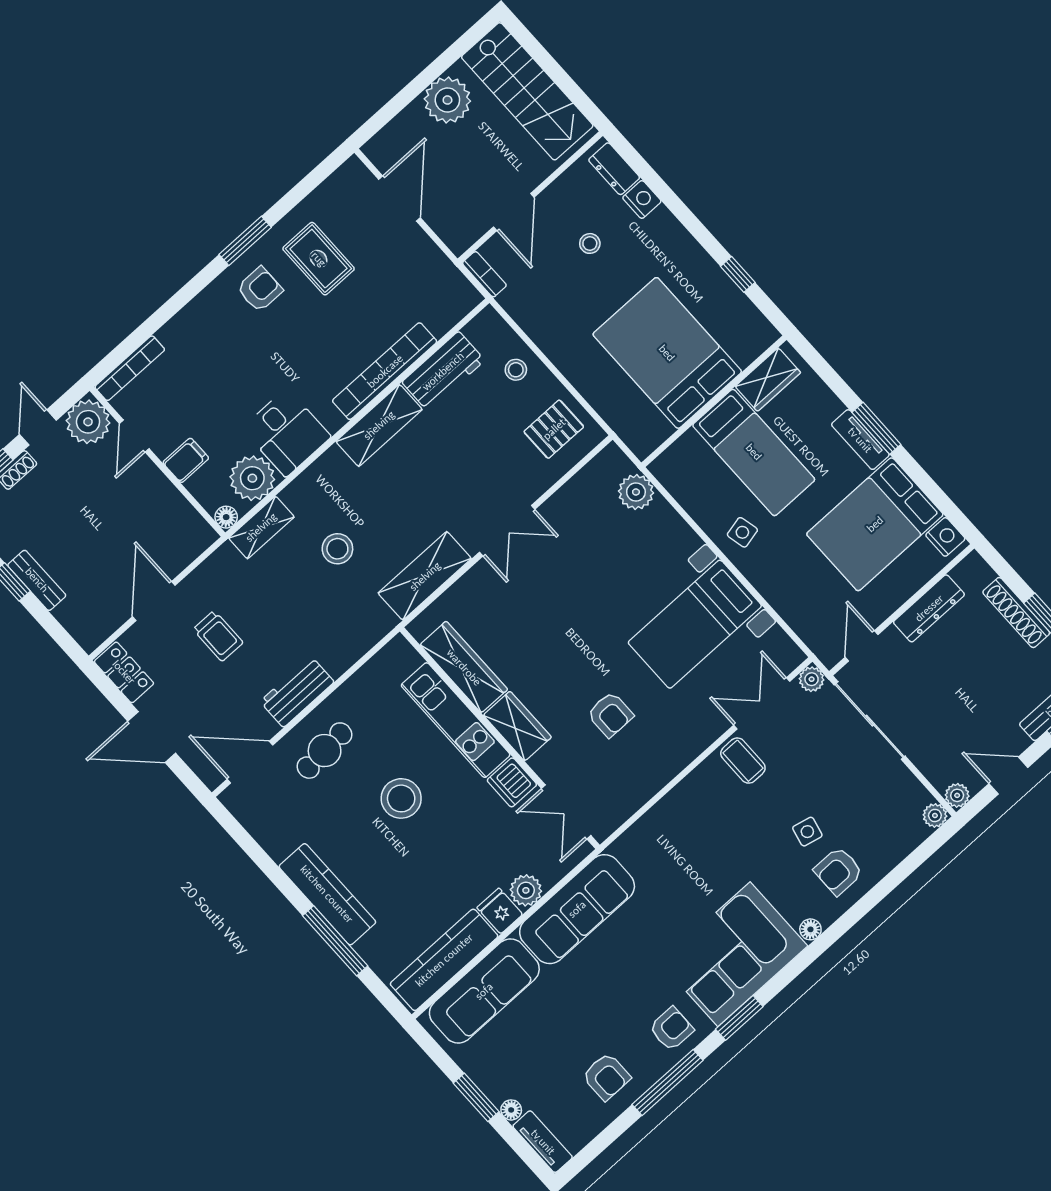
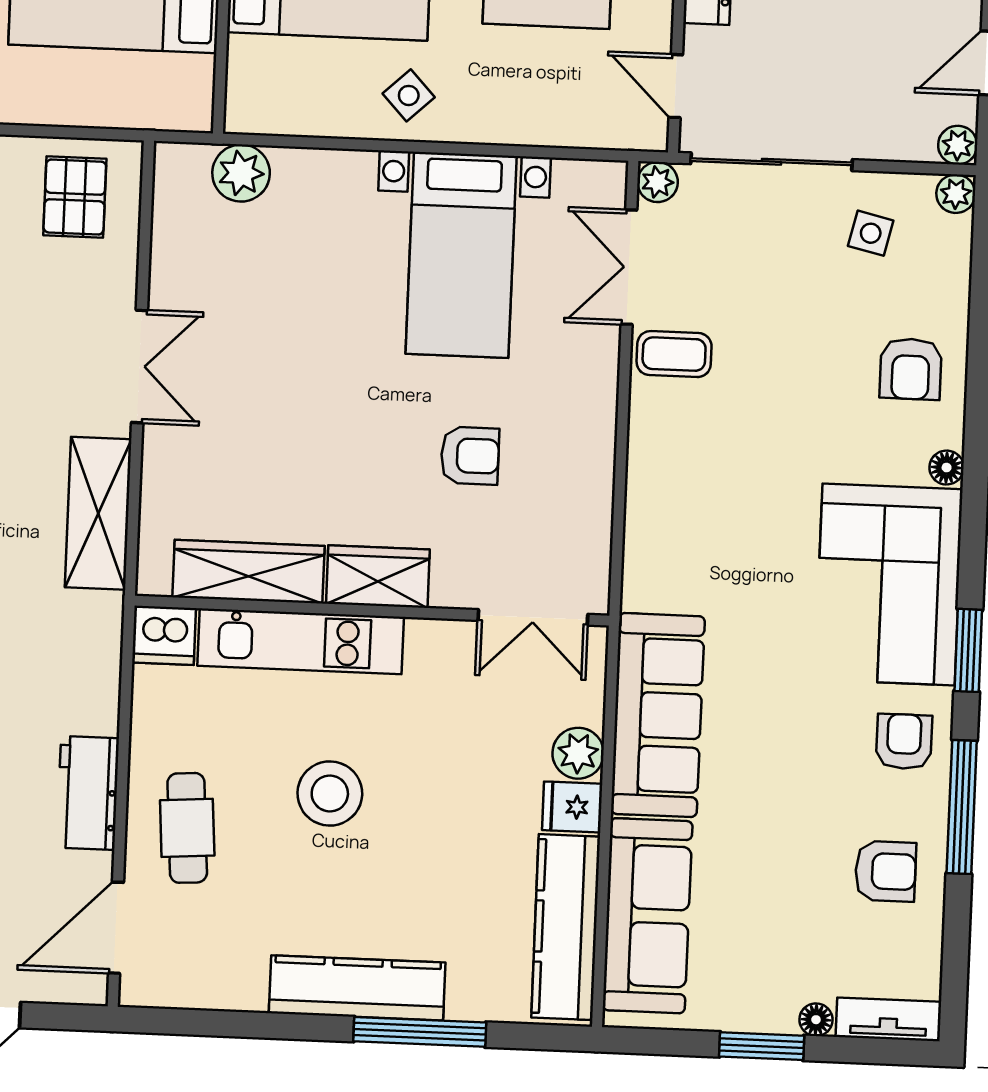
side table: (742, 532) -> (409, 95), turned -30
dishwasher: (512, 782) -> (164, 635), moved
side table: (807, 832) -> (871, 233), moved

